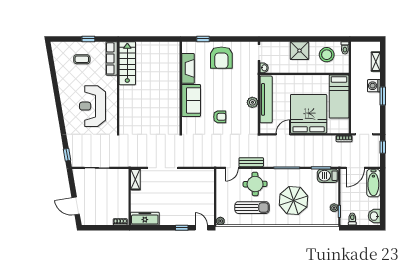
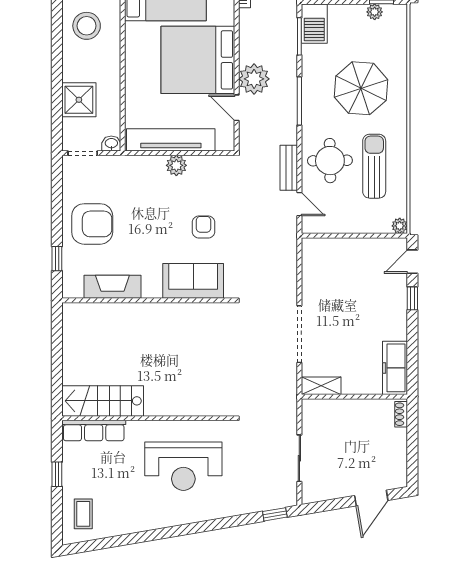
shower: (299, 51) -> (79, 100), moved
coffee table: (82, 59) -> (83, 514), moved
sofa: (191, 100) -> (193, 281), moved
plant: (298, 144) -> (254, 79), added

